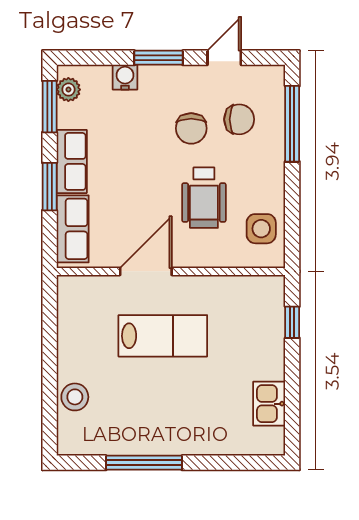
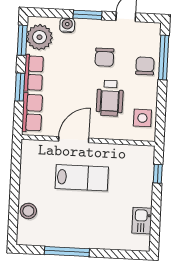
plant: (68, 90) -> (40, 37), width x1.88, depth x1.88
chair: (239, 119) -> (145, 66), moved, turned -90

